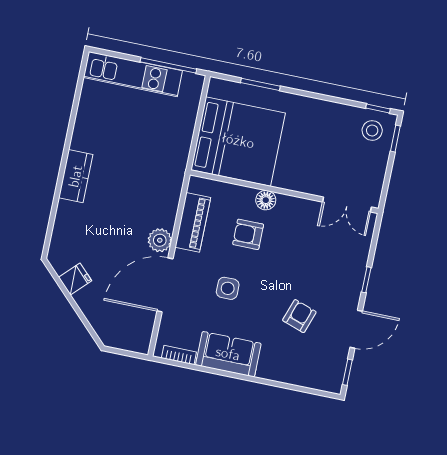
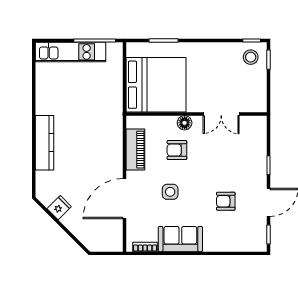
kitchen counter: (76, 176) -> (44, 143), width x1.50
double door: (347, 205) -> (221, 114), moved
plant: (160, 240) -> (114, 167), removed
armchair: (299, 316) -> (226, 201), turned -109

